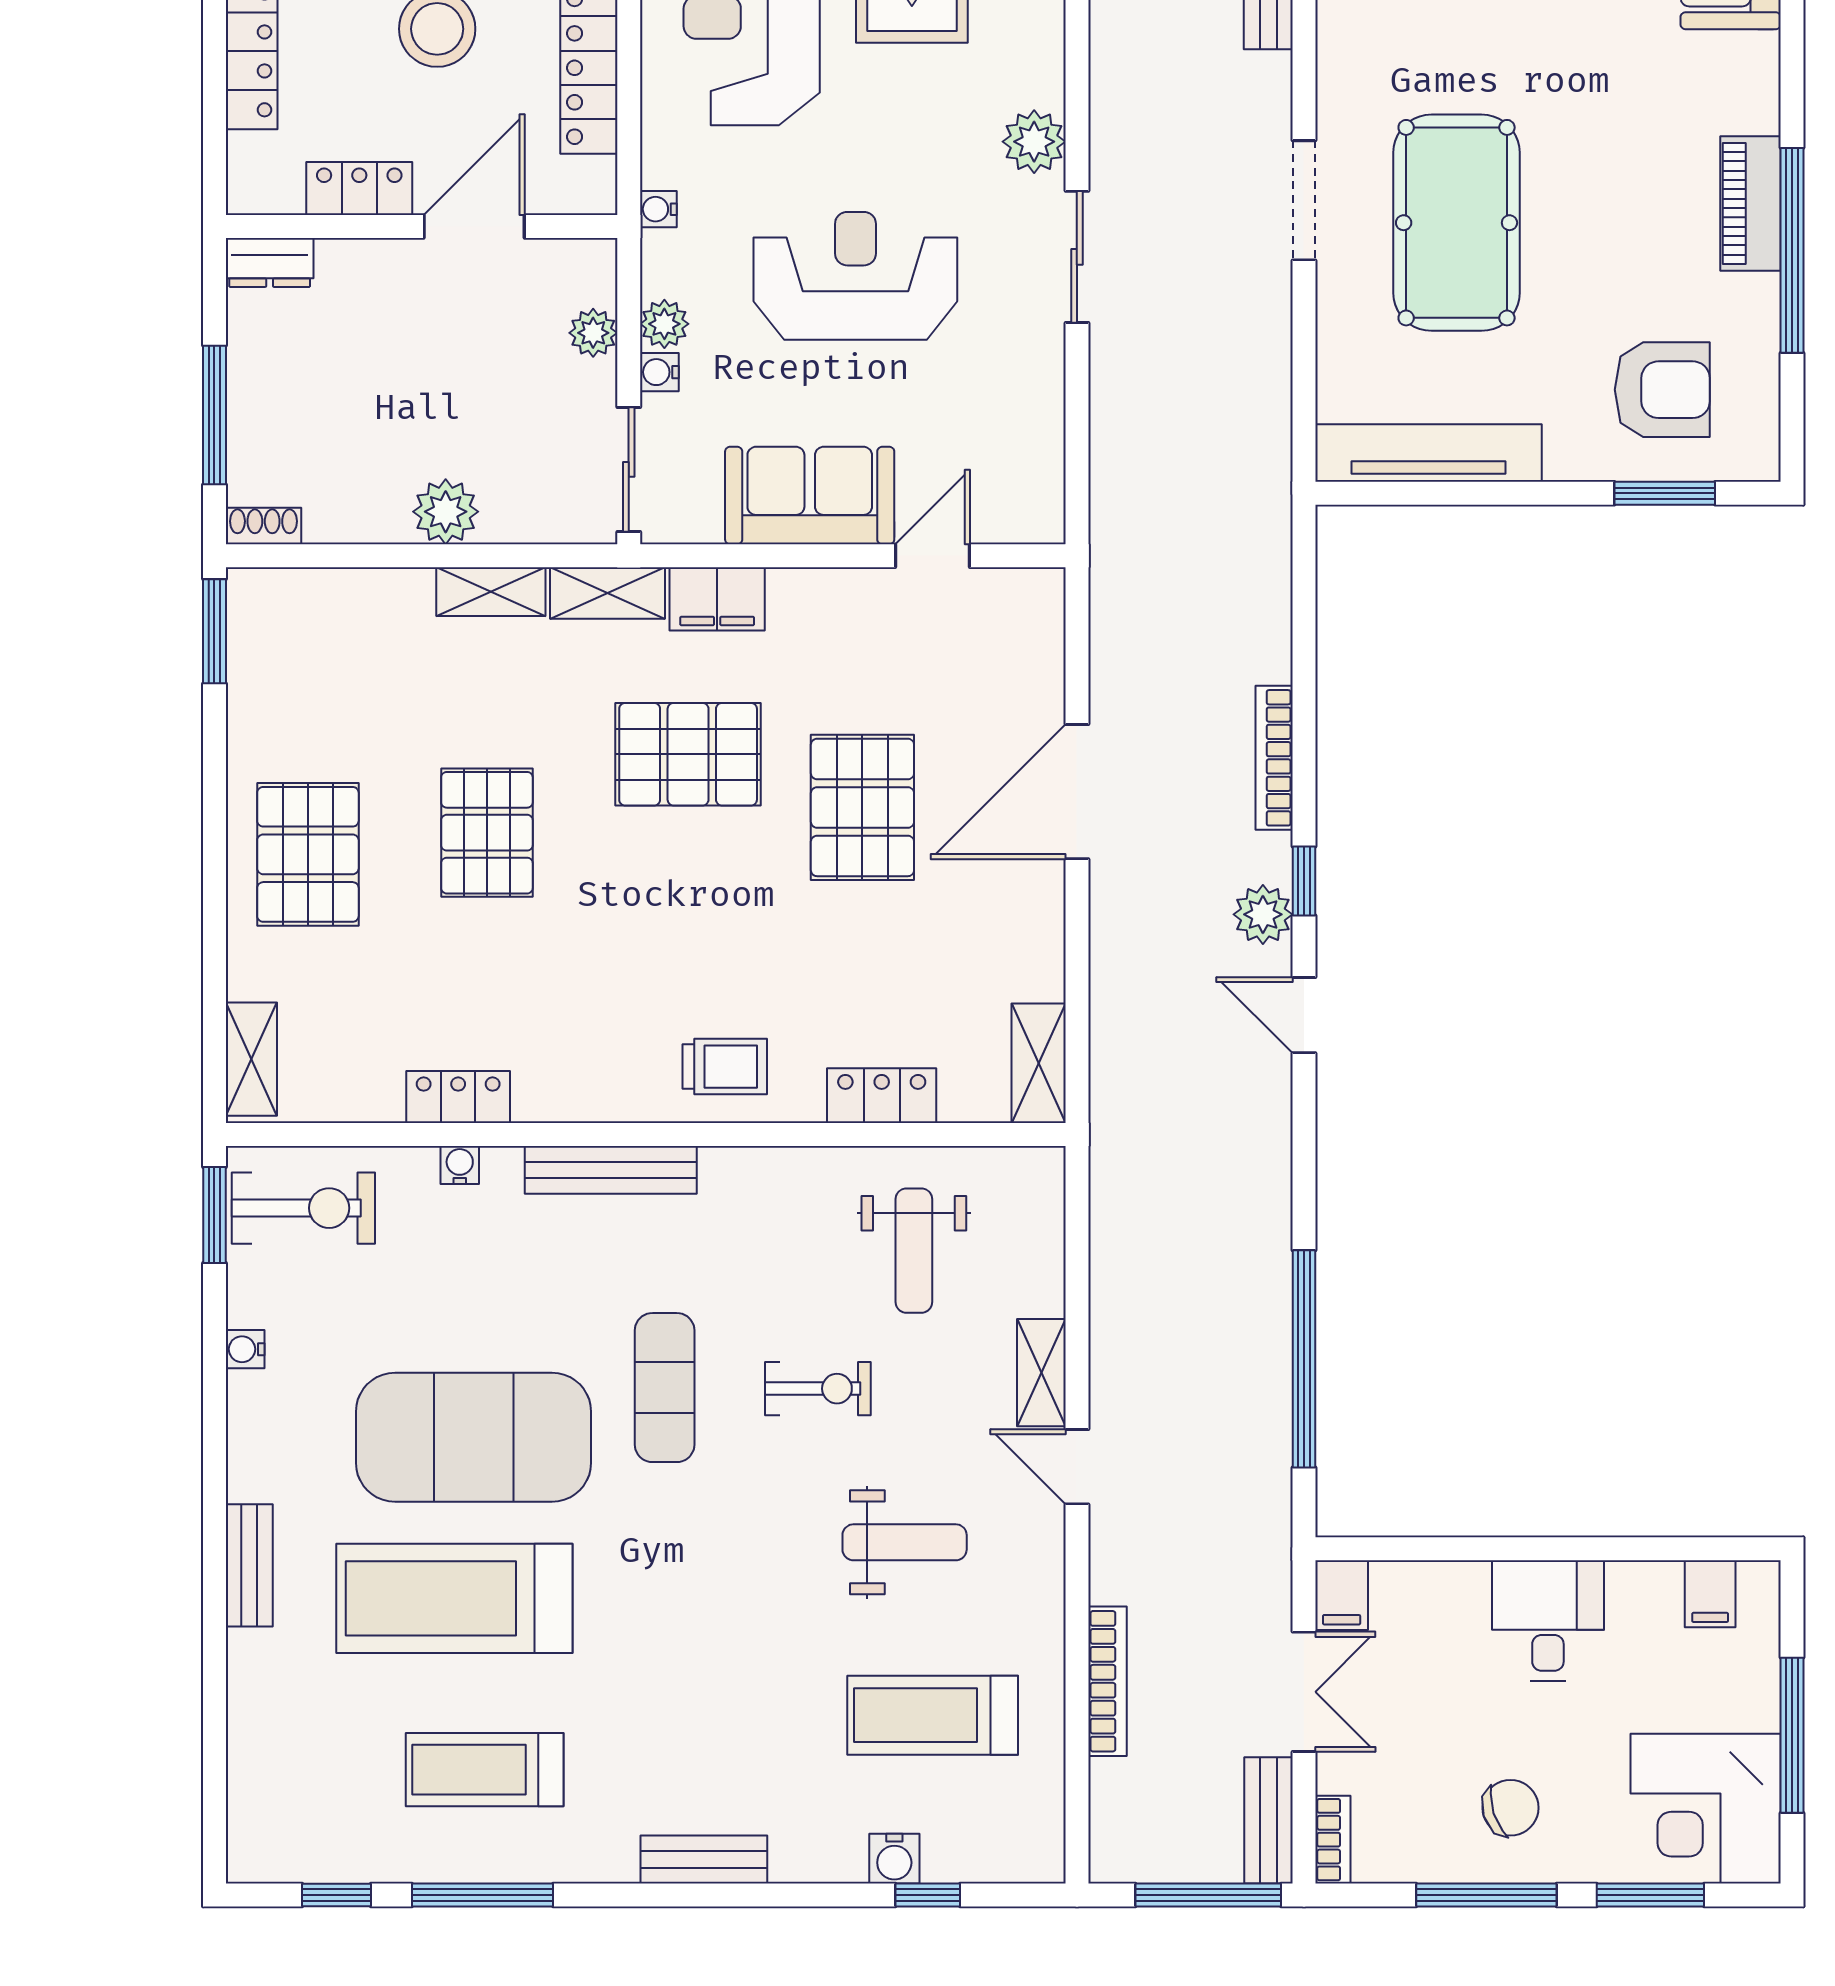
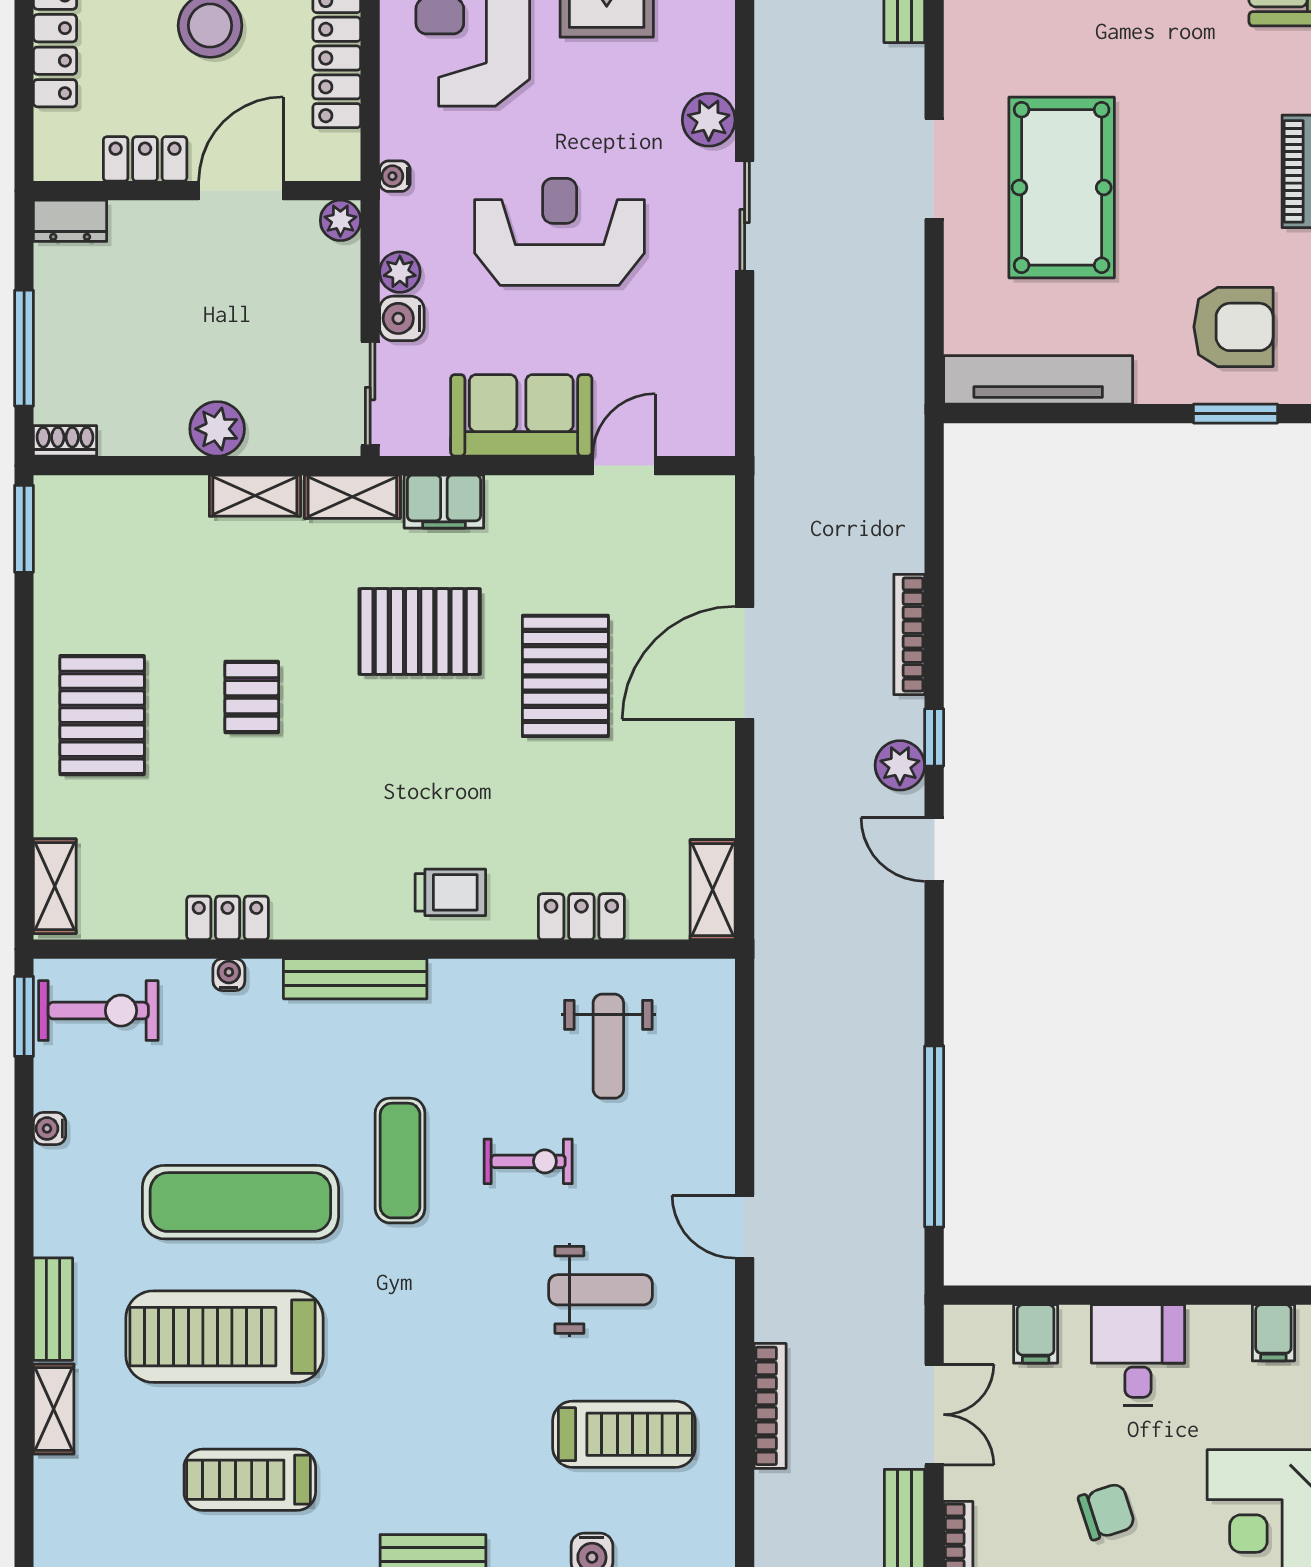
plant: (593, 333) -> (340, 220), moved
water cooler: (659, 372) -> (402, 318), width x1.38, depth x1.38
pallet: (487, 833) -> (252, 697), width x0.67, depth x0.71
shelving: (1041, 1373) -> (54, 1409), moved
exercise mat: (474, 1437) -> (240, 1202), width x0.68
filing cabinet: (1342, 1595) -> (1036, 1334), moved
treadmill: (933, 1715) -> (624, 1434), turned 180

